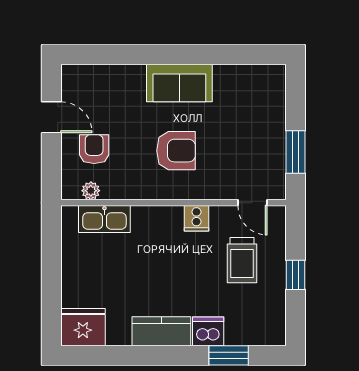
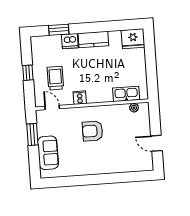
sofa: (179, 83) -> (48, 153), moved, turned 90
armchair: (94, 149) -> (134, 129), removed

